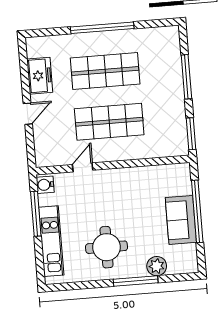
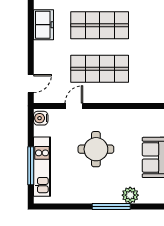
door: (28, 114) -> (31, 84), moved
window: (36, 214) -> (31, 166), moved
round table: (107, 247) -> (96, 149), moved

